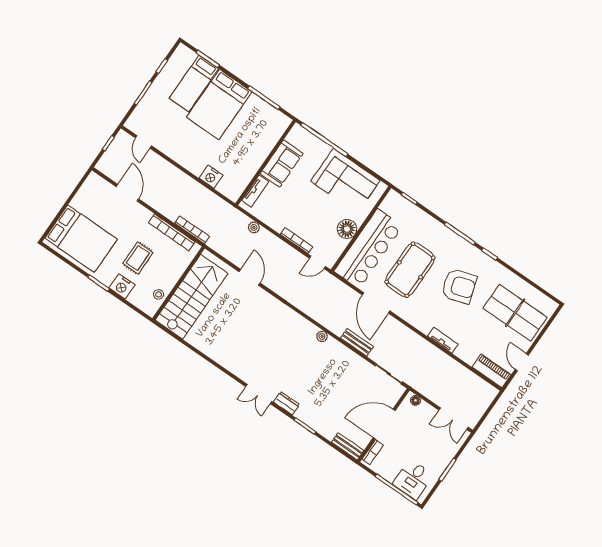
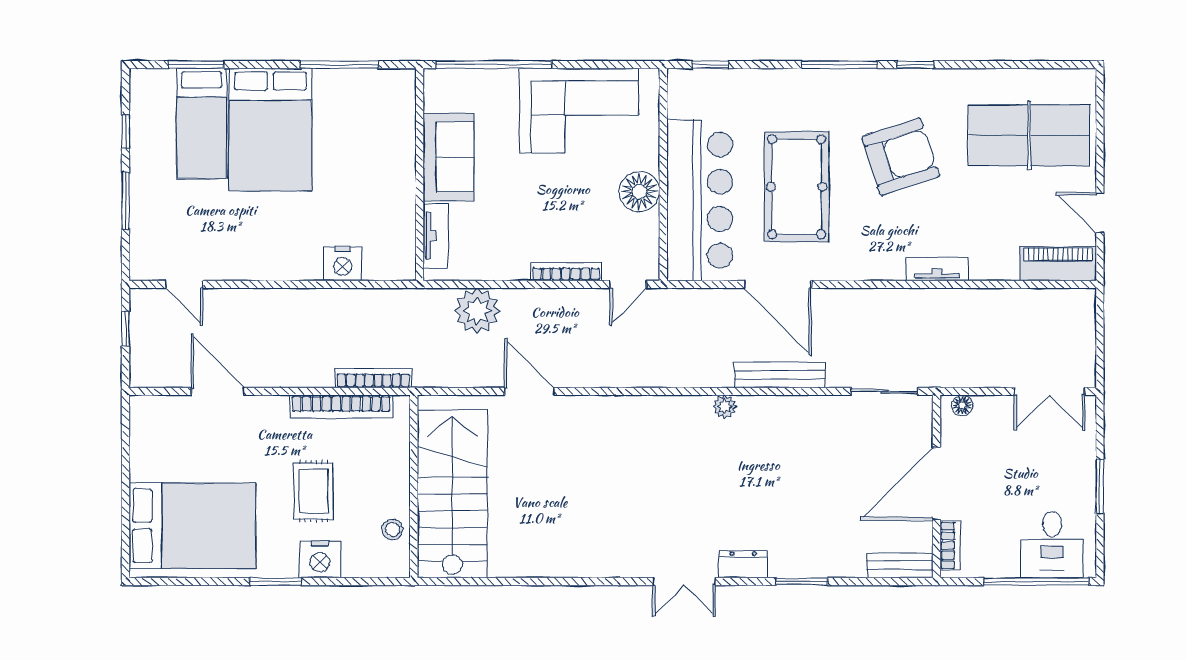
plant: (254, 227) -> (477, 311), width x1.88, depth x1.88
bench: (357, 342) -> (780, 375), width x1.36

